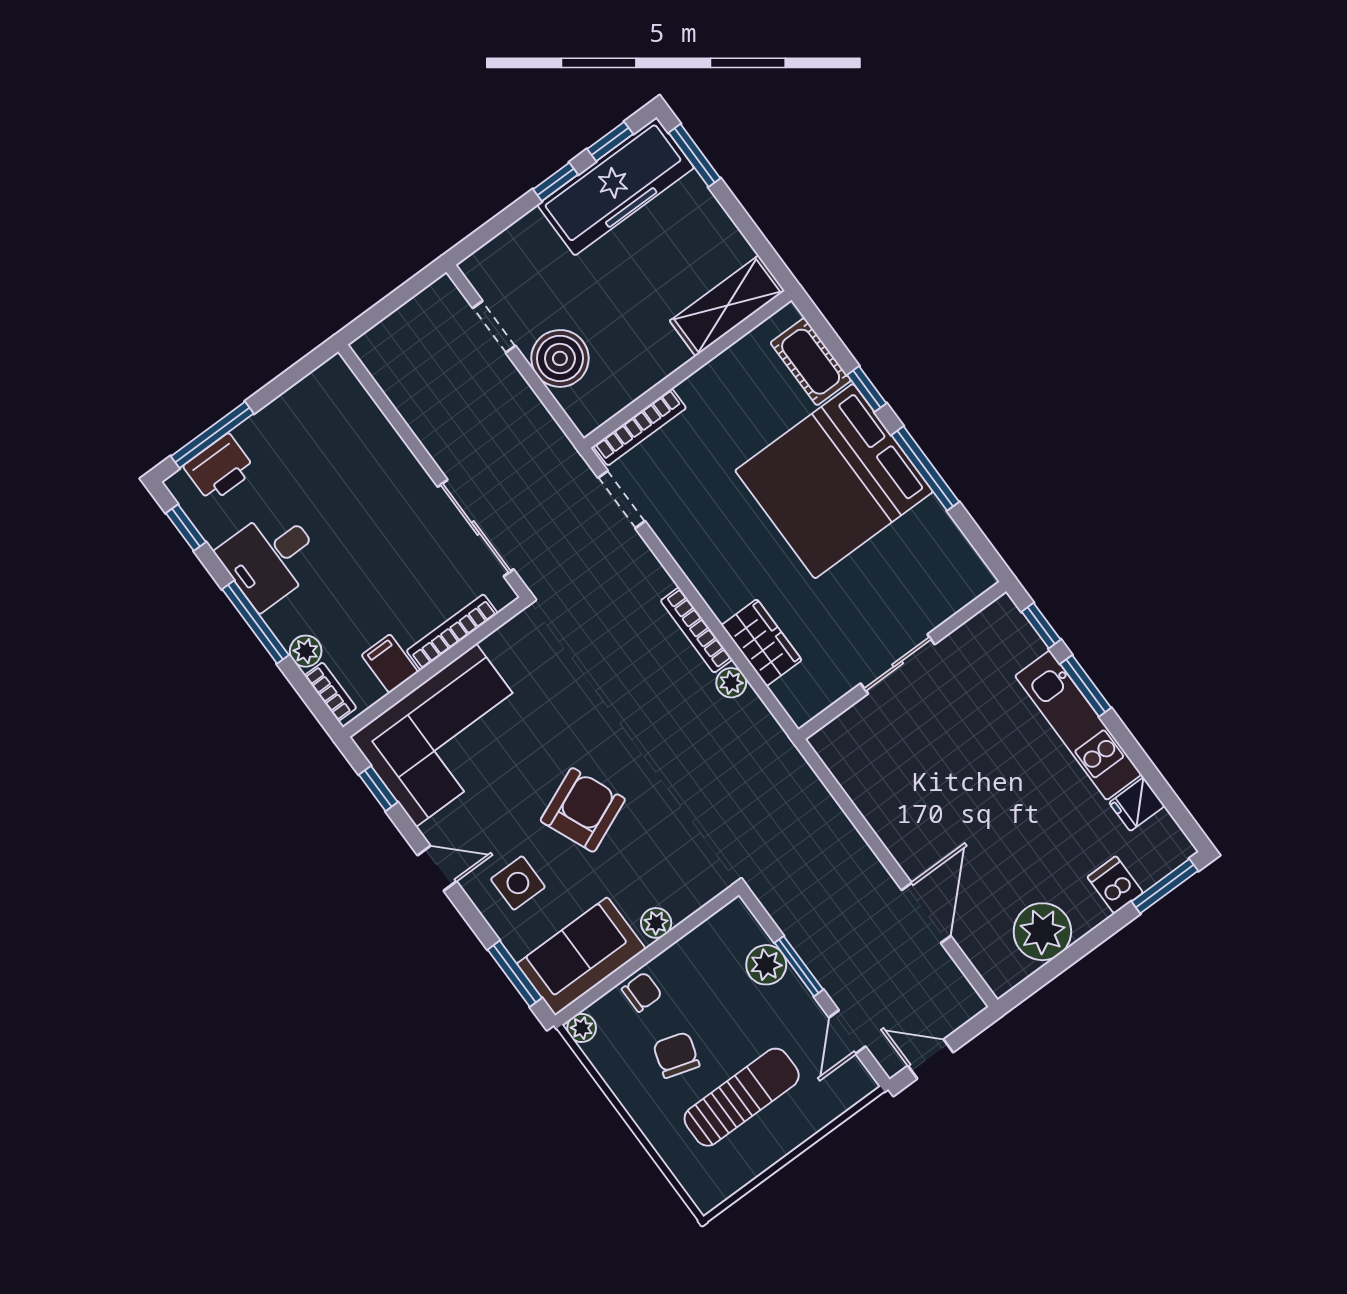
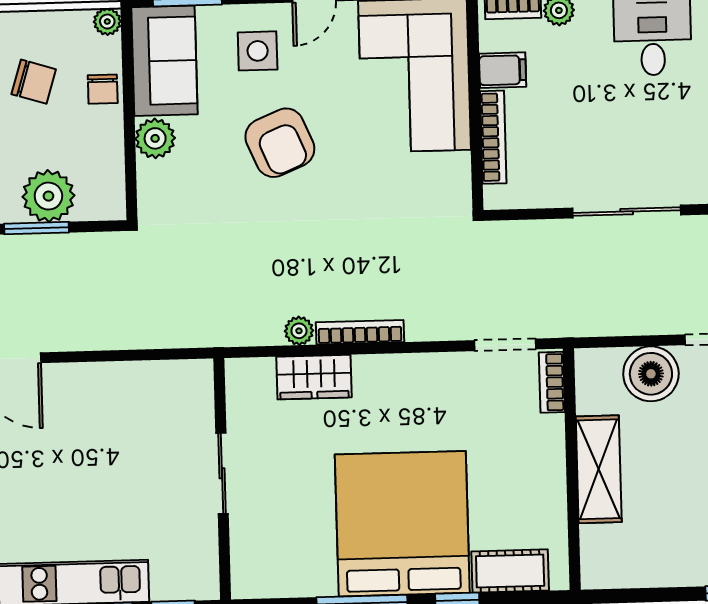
shelving: (727, 306) -> (599, 469), moved
bookcase: (640, 427) -> (552, 382), width x0.64
sliding door: (476, 528) -> (627, 212), moved
plant: (656, 923) -> (155, 138), width x1.38, depth x1.38
plant: (766, 965) -> (48, 196), width x1.36, depth x1.36

